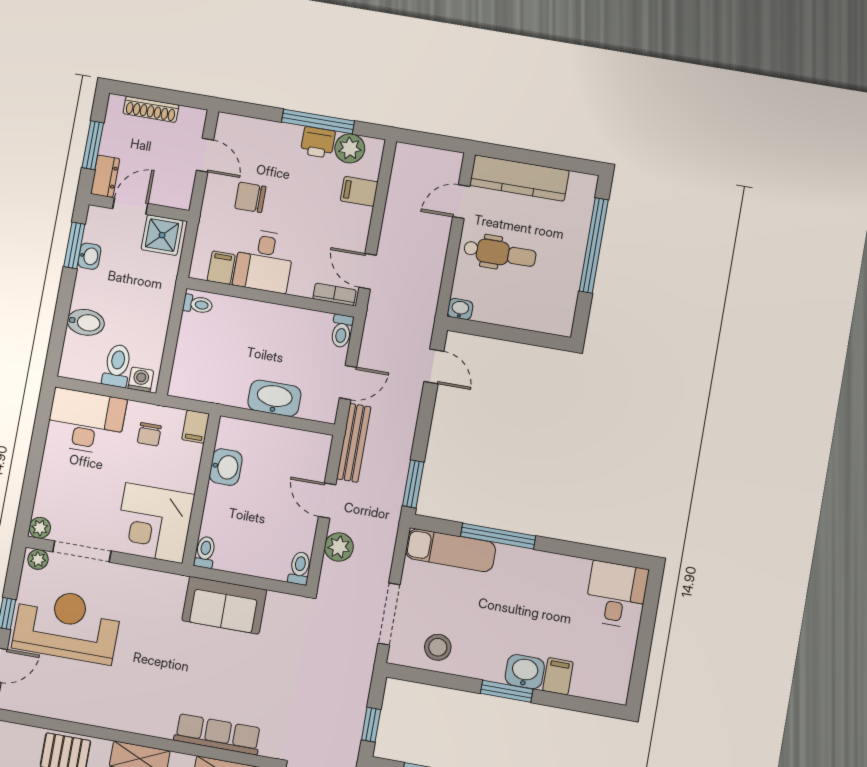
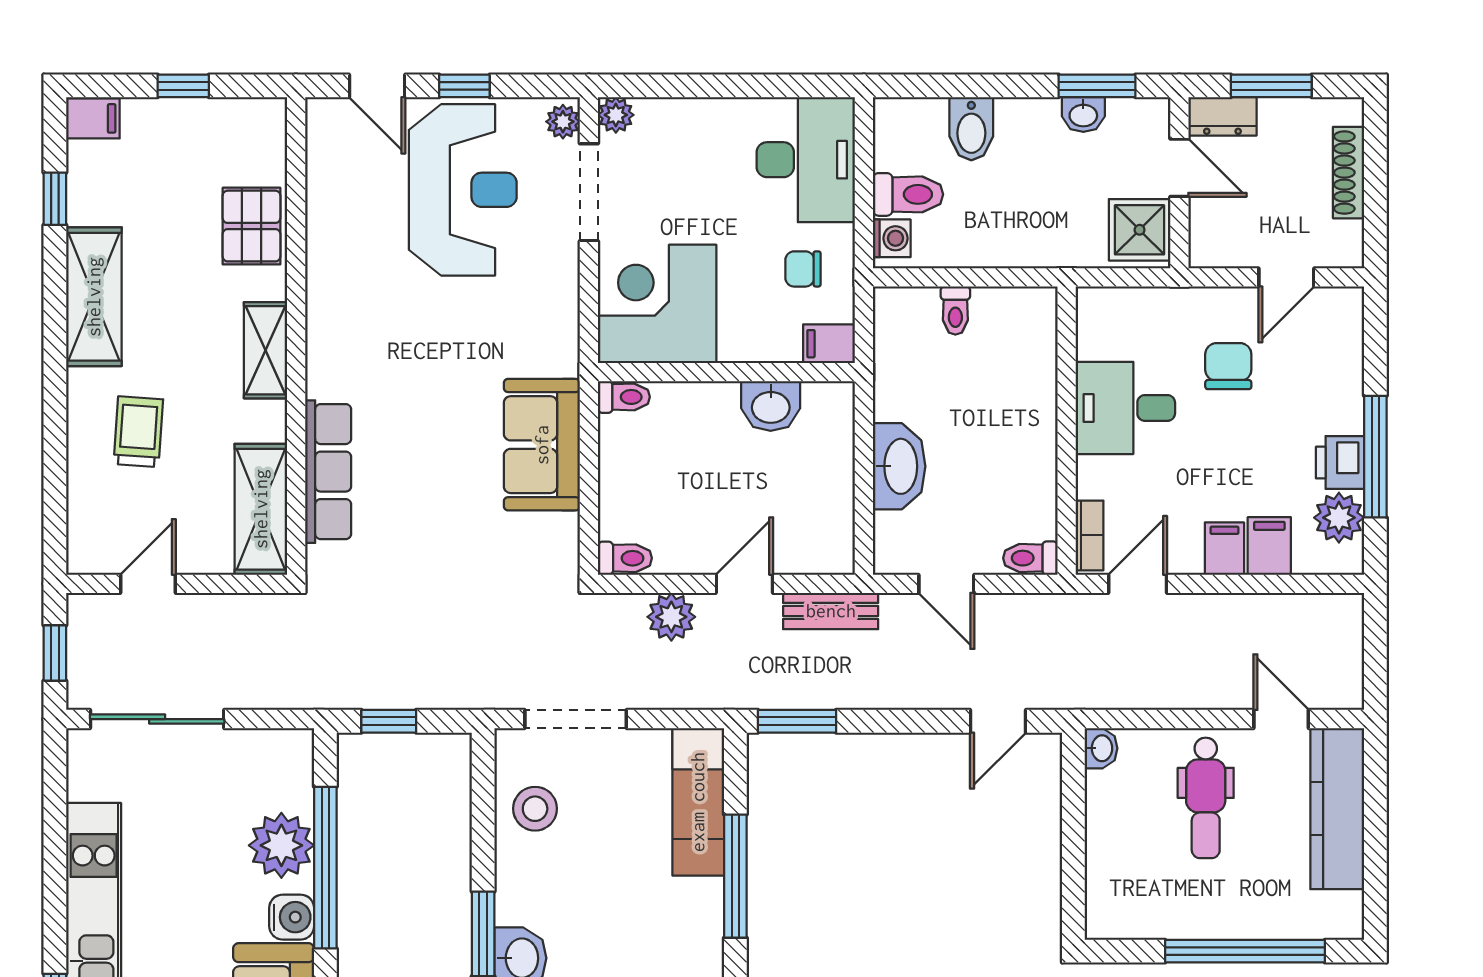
filing cabinet: (221, 268) -> (1224, 549), moved, turned -90
toilet: (198, 304) -> (955, 311), moved
bench: (354, 443) -> (831, 611), width x0.73

